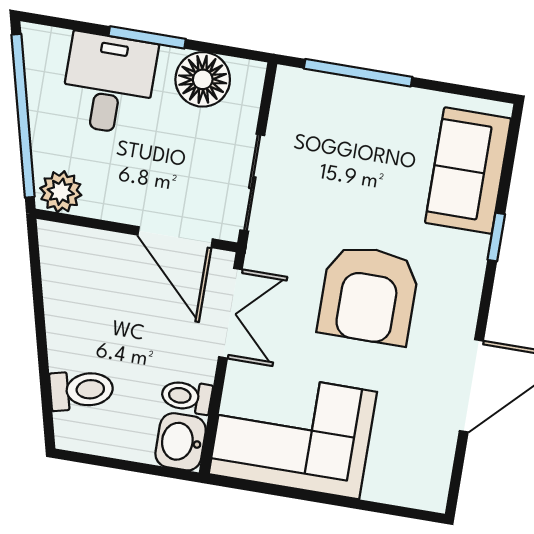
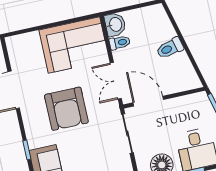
plant: (61, 192) -> (198, 101), removed
armchair: (368, 295) -> (66, 109), turned 180
toilet: (82, 390) -> (170, 48), moved

